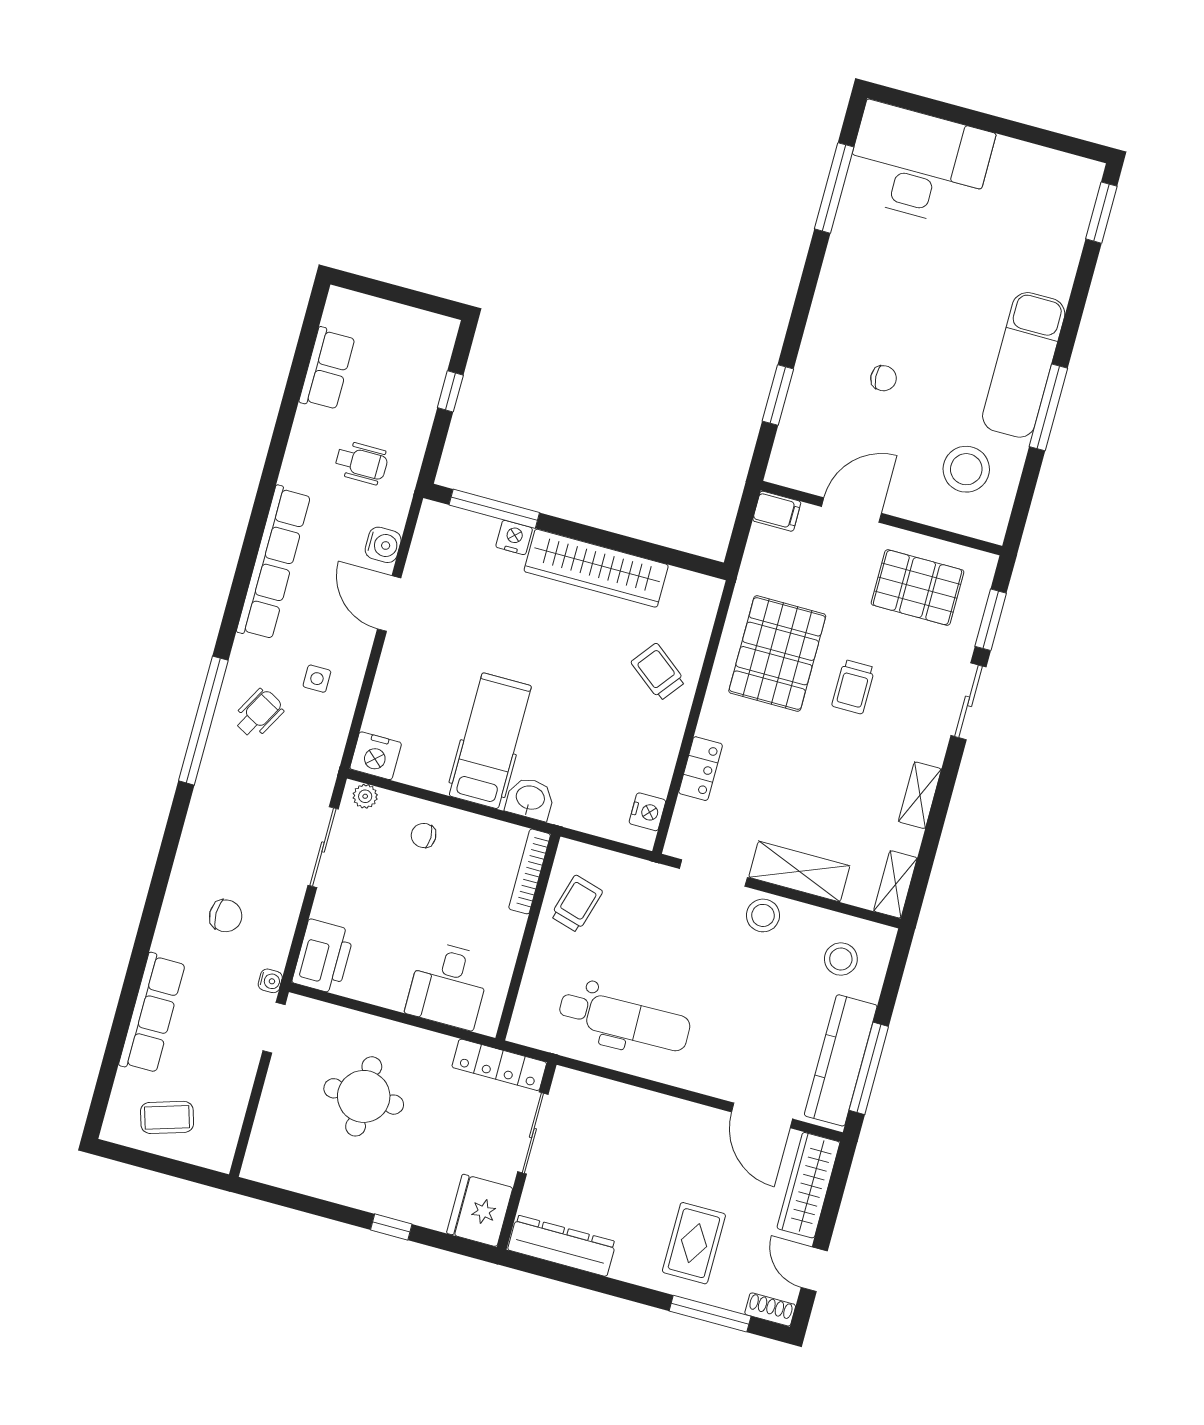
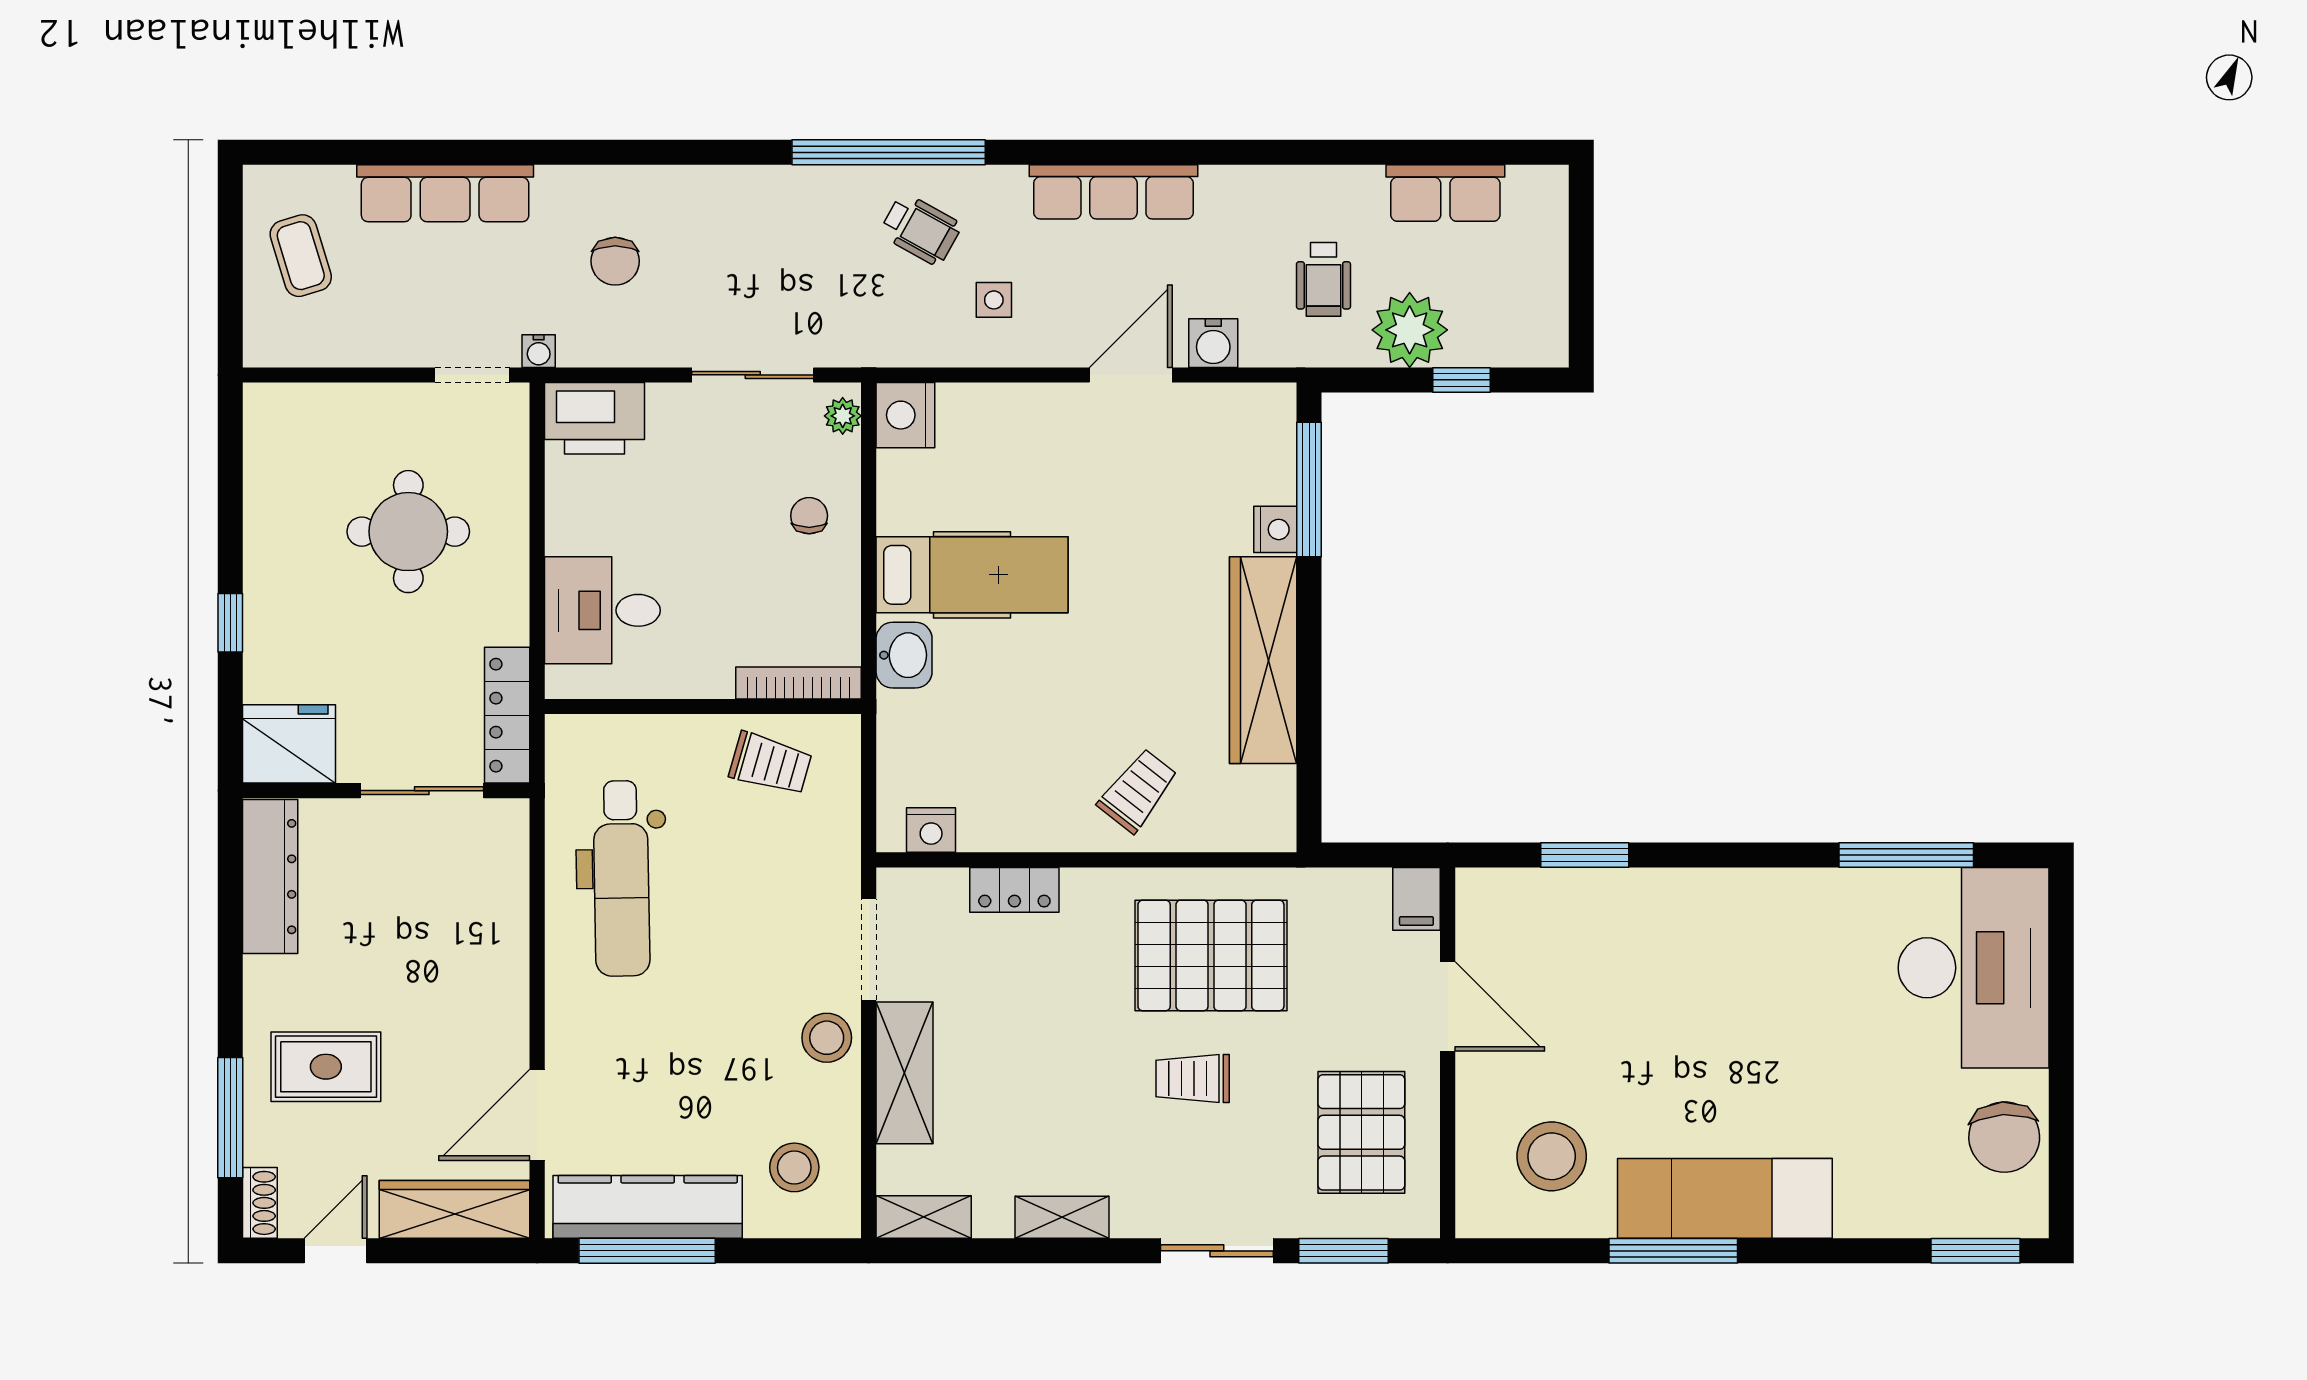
chair: (883, 378) -> (2004, 1137), moved, width x1.87, depth x1.87
plant: (409, 416) -> (1410, 330), added
row of seats: (274, 563) -> (1113, 192), width x0.73

